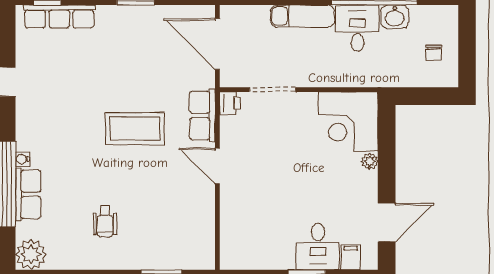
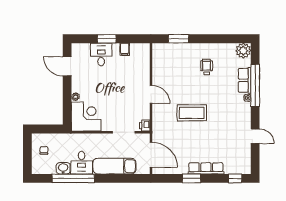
exam couch: (303, 16) -> (115, 166), width x1.36, depth x1.45
row of seats: (59, 17) -> (206, 168), moved
row of seats: (203, 116) -> (158, 119), removed
door: (387, 223) -> (67, 66), hinge flipped
filing cabinet: (351, 257) -> (125, 49), moved

